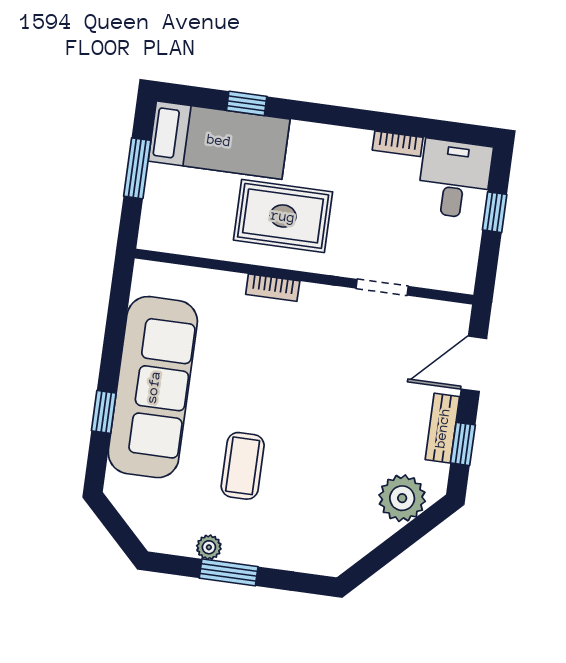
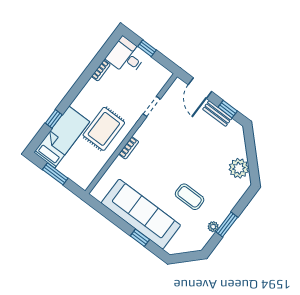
plant: (402, 498) -> (239, 168), moved

